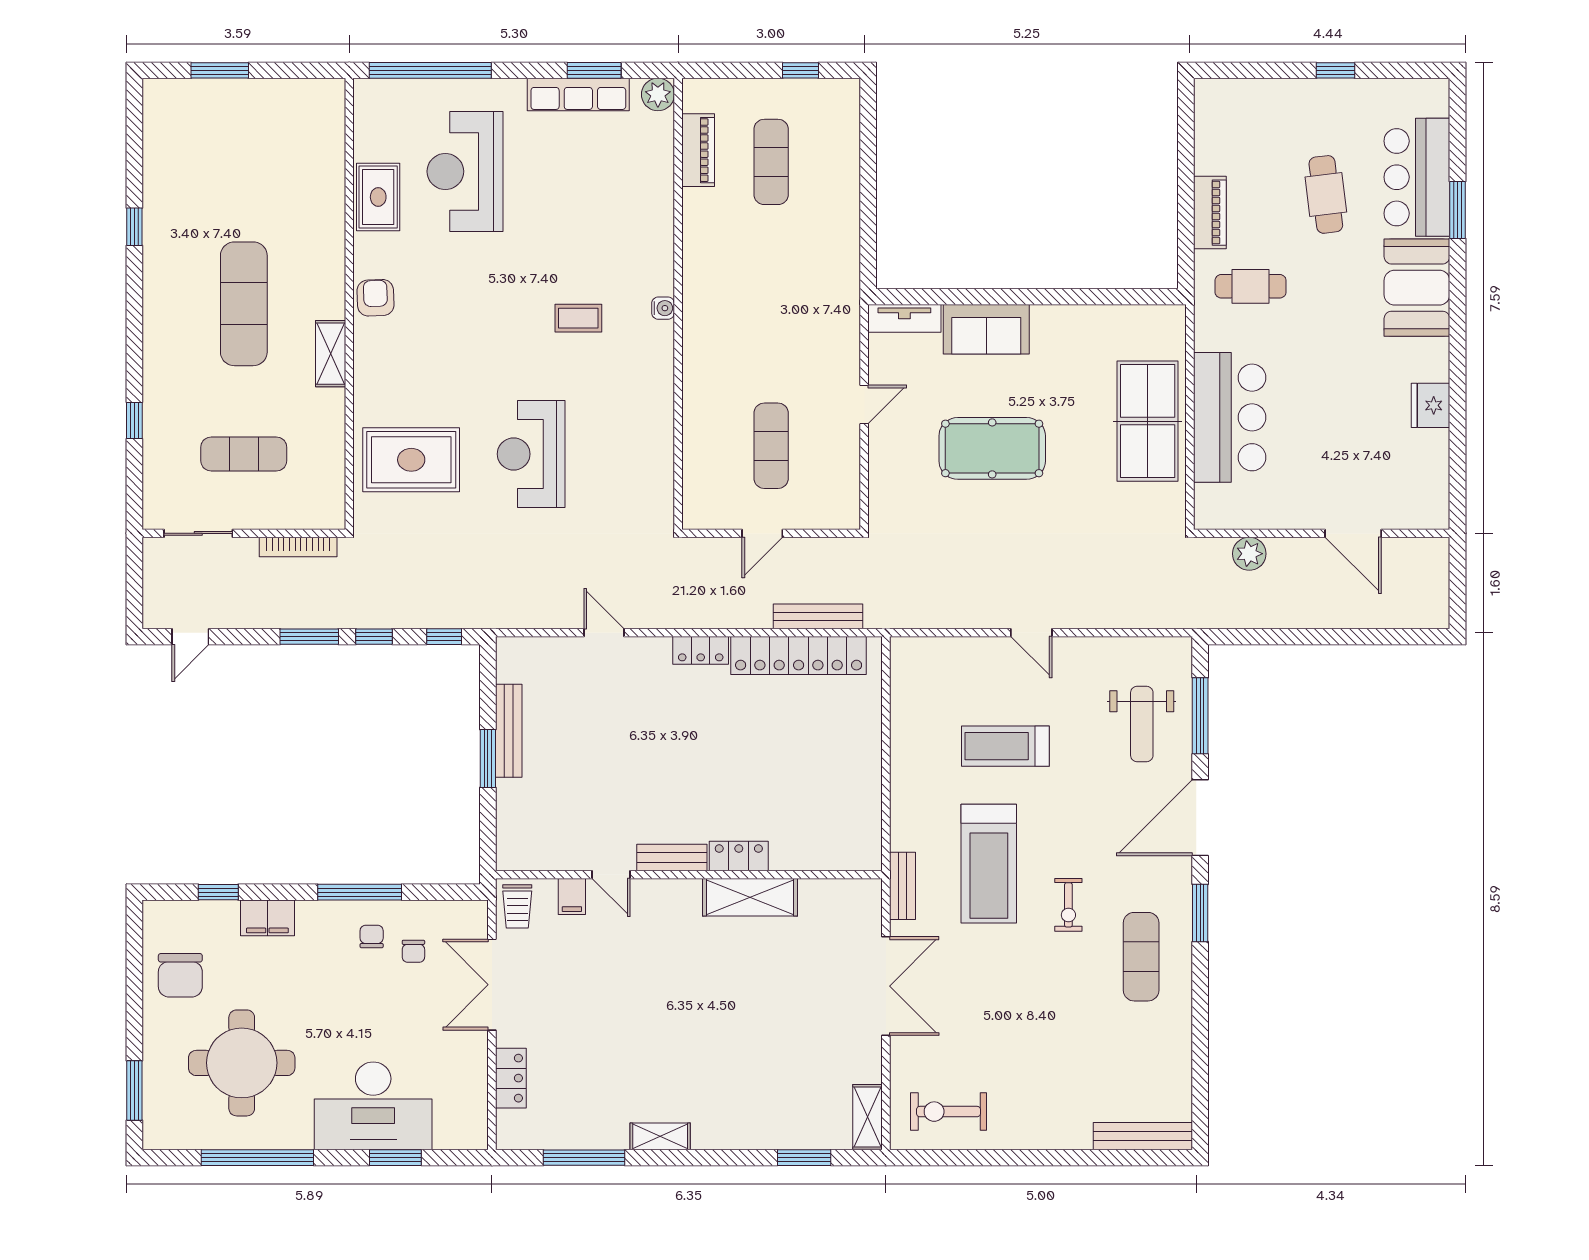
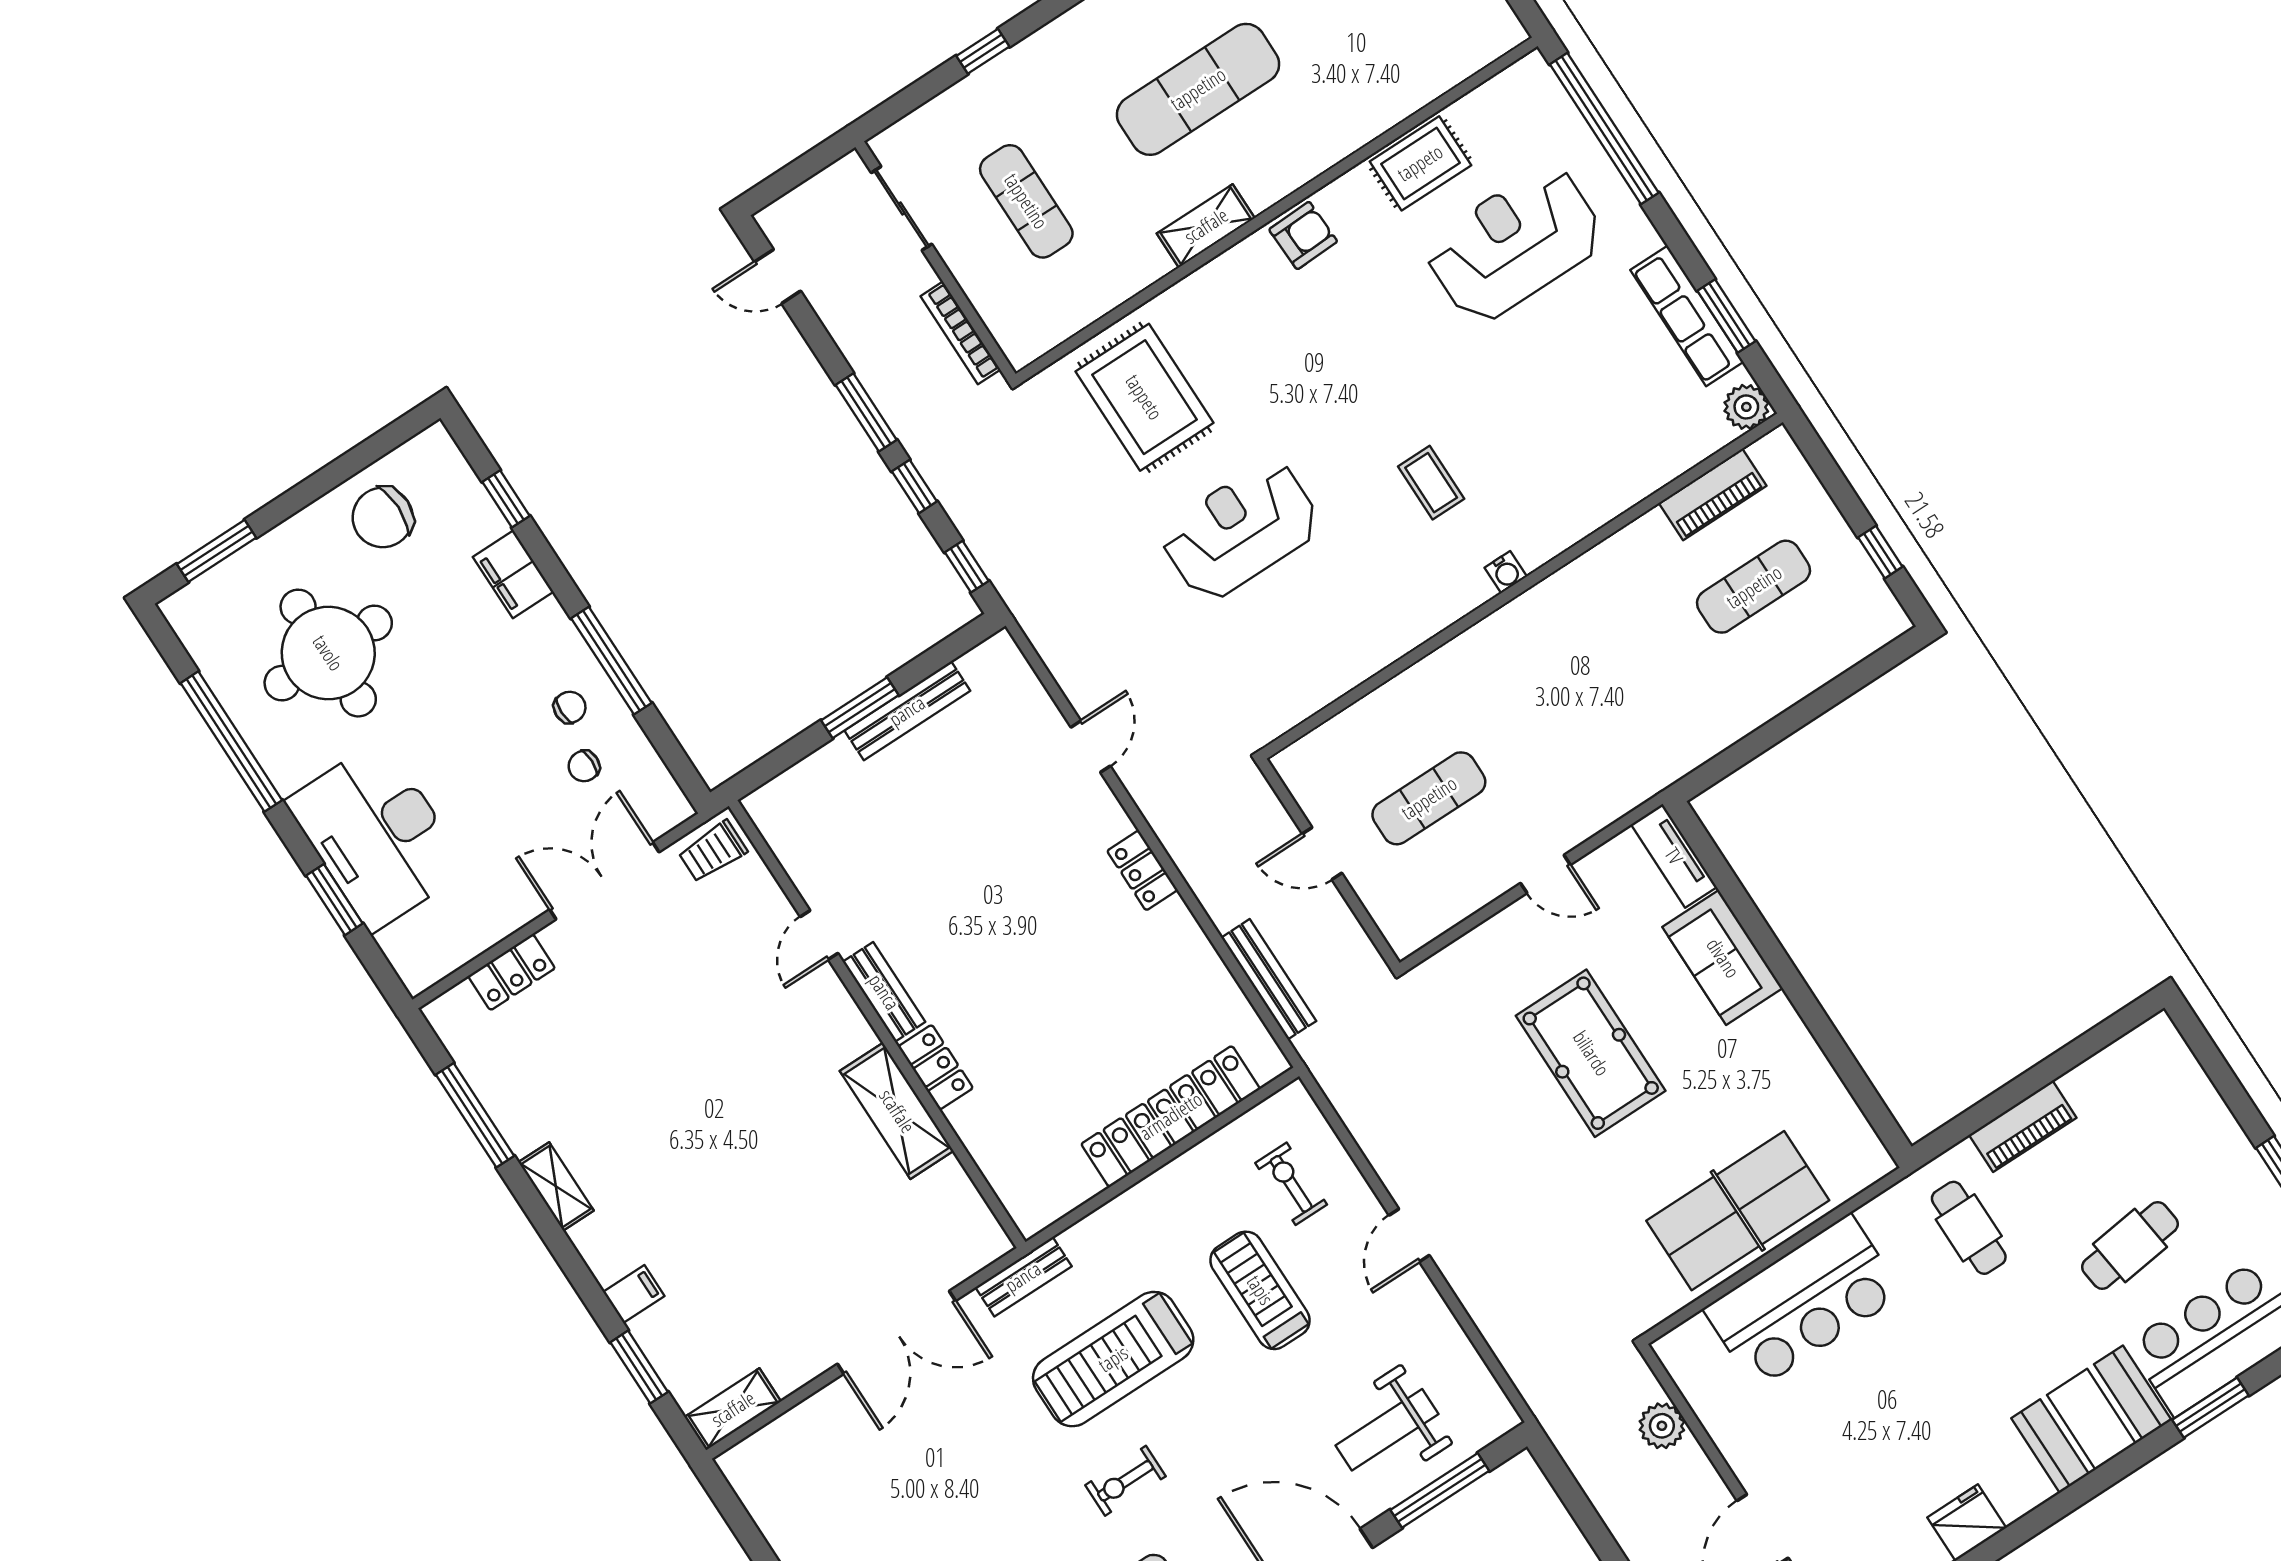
locker: (799, 655) -> (1171, 1116), moved, turned 90
filing cabinet: (572, 896) -> (634, 1294), moved, turned 180
exercise bike: (948, 1112) -> (1291, 1184), moved, width x0.73, depth x0.72

